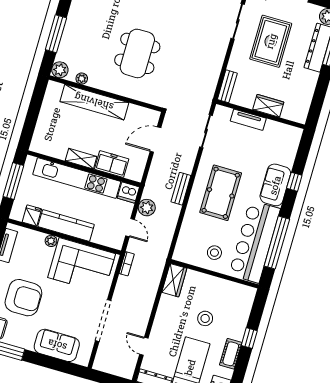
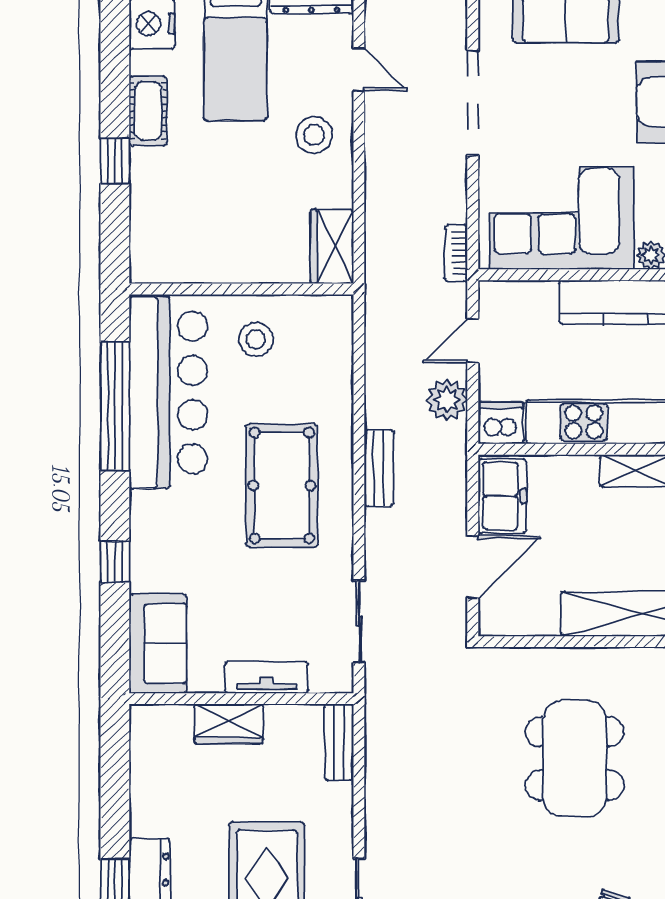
freezer: (112, 164) -> (502, 496), moved, turned -90
sofa: (275, 185) -> (158, 644), moved
door: (130, 228) -> (473, 341), hinge flipped
stool: (205, 318) -> (314, 135), moved

